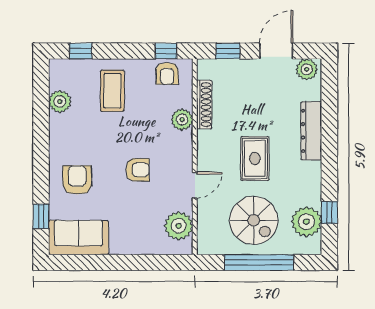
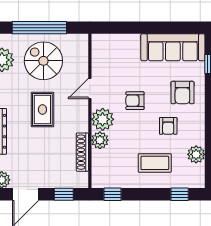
armchair: (167, 73) -> (168, 126), moved, turned 180
coffee table: (112, 91) -> (155, 163), turned 90
plant: (179, 226) -> (103, 119), moved
sofa: (79, 237) -> (173, 47), width x1.36

